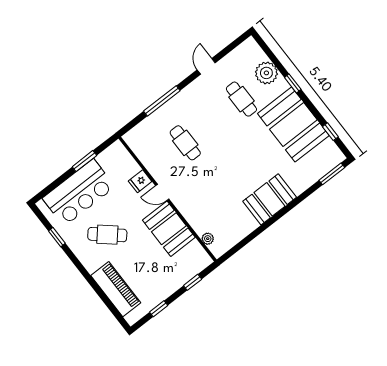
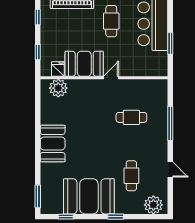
plant: (266, 73) -> (153, 205), moved
cafe table: (241, 99) -> (131, 176), turned 90
fridge: (140, 181) -> (58, 69), moved
cafe table: (107, 235) -> (111, 21), turned -41
plant: (208, 239) -> (58, 88), width x1.87, depth x1.87

